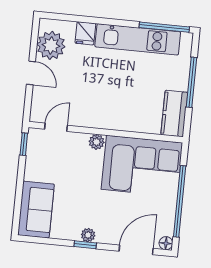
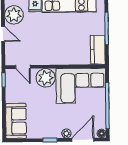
door: (56, 127) -> (23, 67), swing flipped
plant: (97, 142) -> (46, 78), width x1.87, depth x1.87
plant: (88, 235) -> (66, 134), moved

